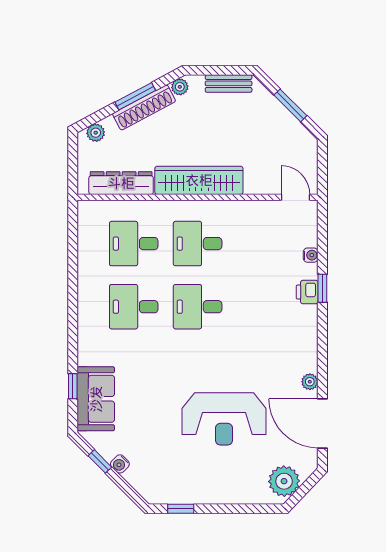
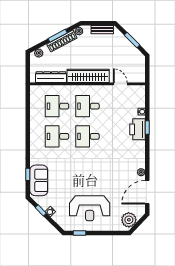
door: (295, 197) -> (120, 84), moved
printer: (307, 292) -> (137, 129), width x1.87, depth x1.48
reception desk: (224, 419) -> (90, 208), moved
door: (322, 423) -> (147, 192), hinge flipped

